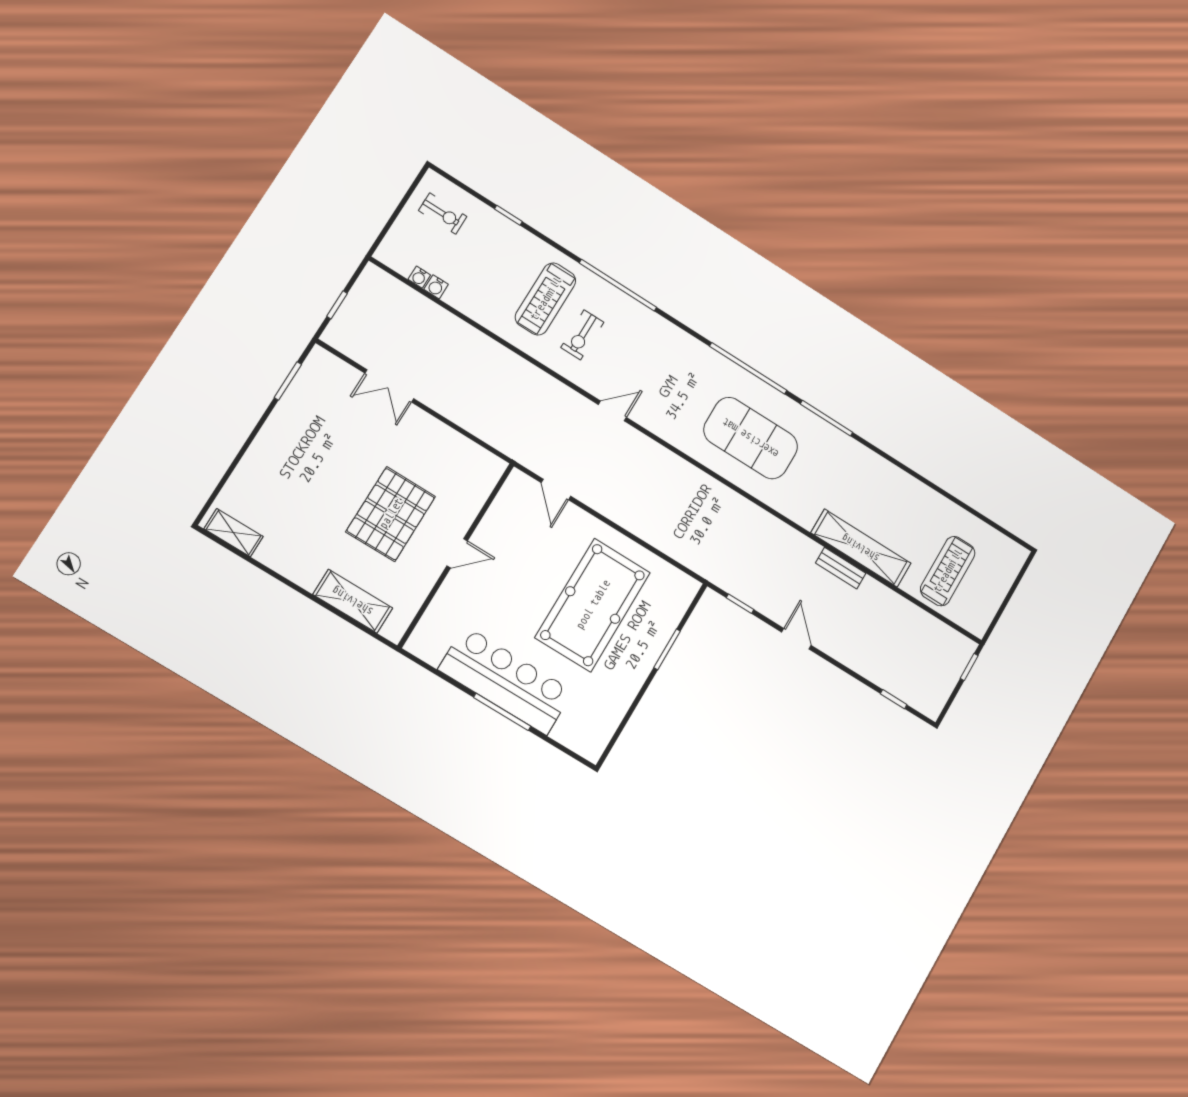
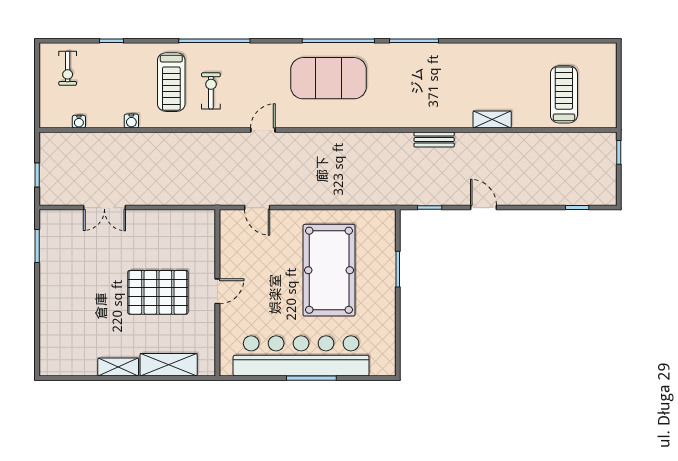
exercise bike: (443, 214) -> (68, 68), turned 90
water cooler: (436, 287) -> (131, 121), moved
exercise bike: (582, 335) -> (211, 91), turned 180
exercise mat: (751, 438) -> (328, 78), moved
pallet: (391, 514) -> (158, 292), turned 90
shelving: (234, 533) -> (118, 367), moved
shelving: (861, 548) -> (492, 119), width x0.45, depth x0.75
bench: (841, 568) -> (434, 140), moved
bar counter: (506, 680) -> (301, 356), width x1.36

